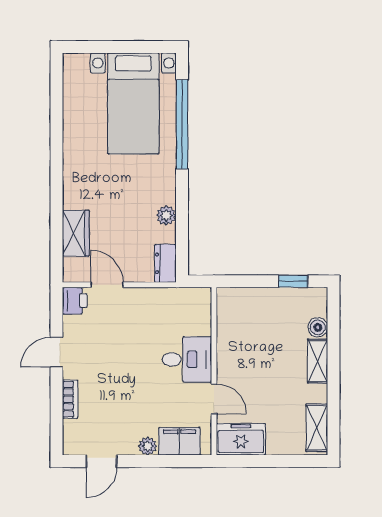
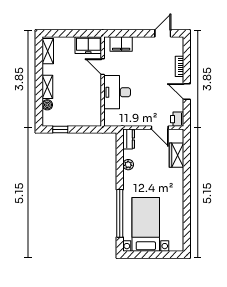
door: (57, 352) -> (187, 92), swing flipped
desk: (187, 359) -> (117, 92), width x1.37
plant: (148, 446) -> (138, 41), removed

